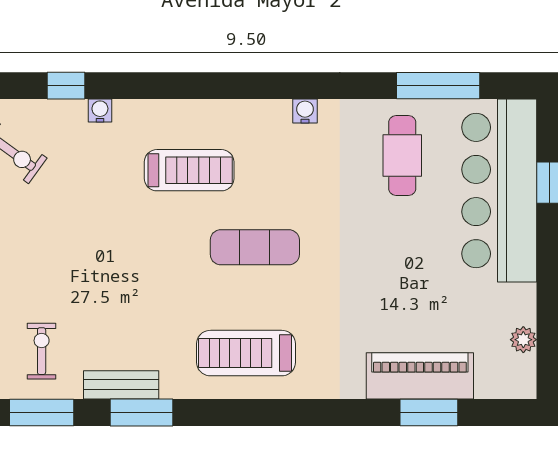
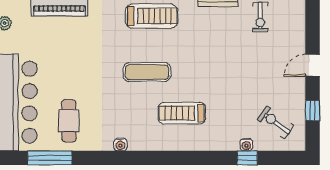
water cooler: (100, 111) -> (246, 145), moved

